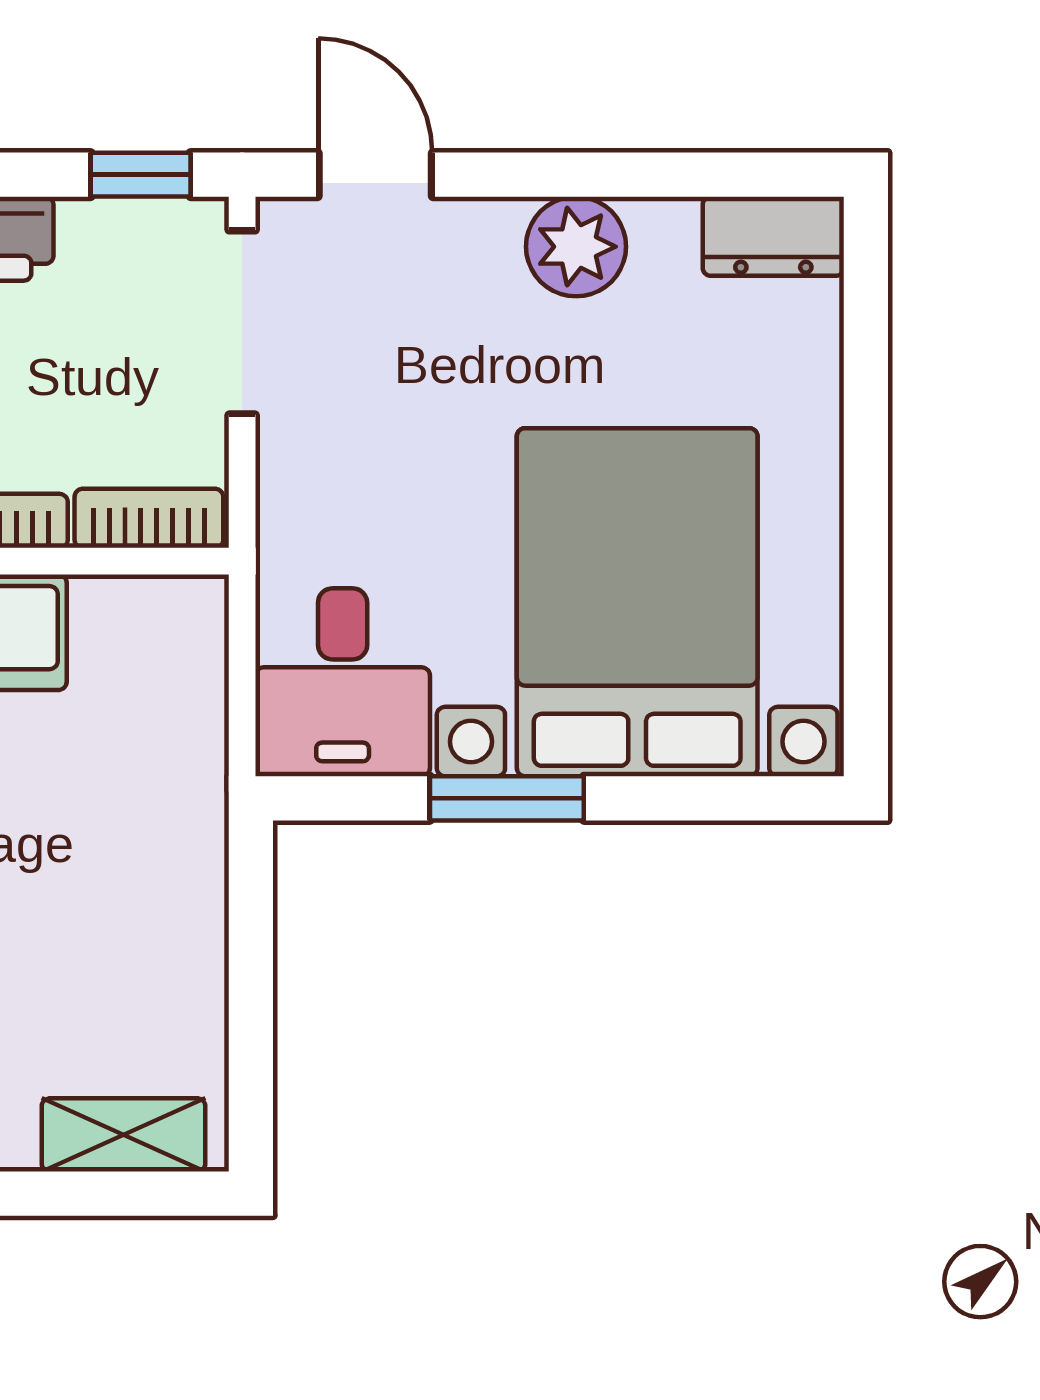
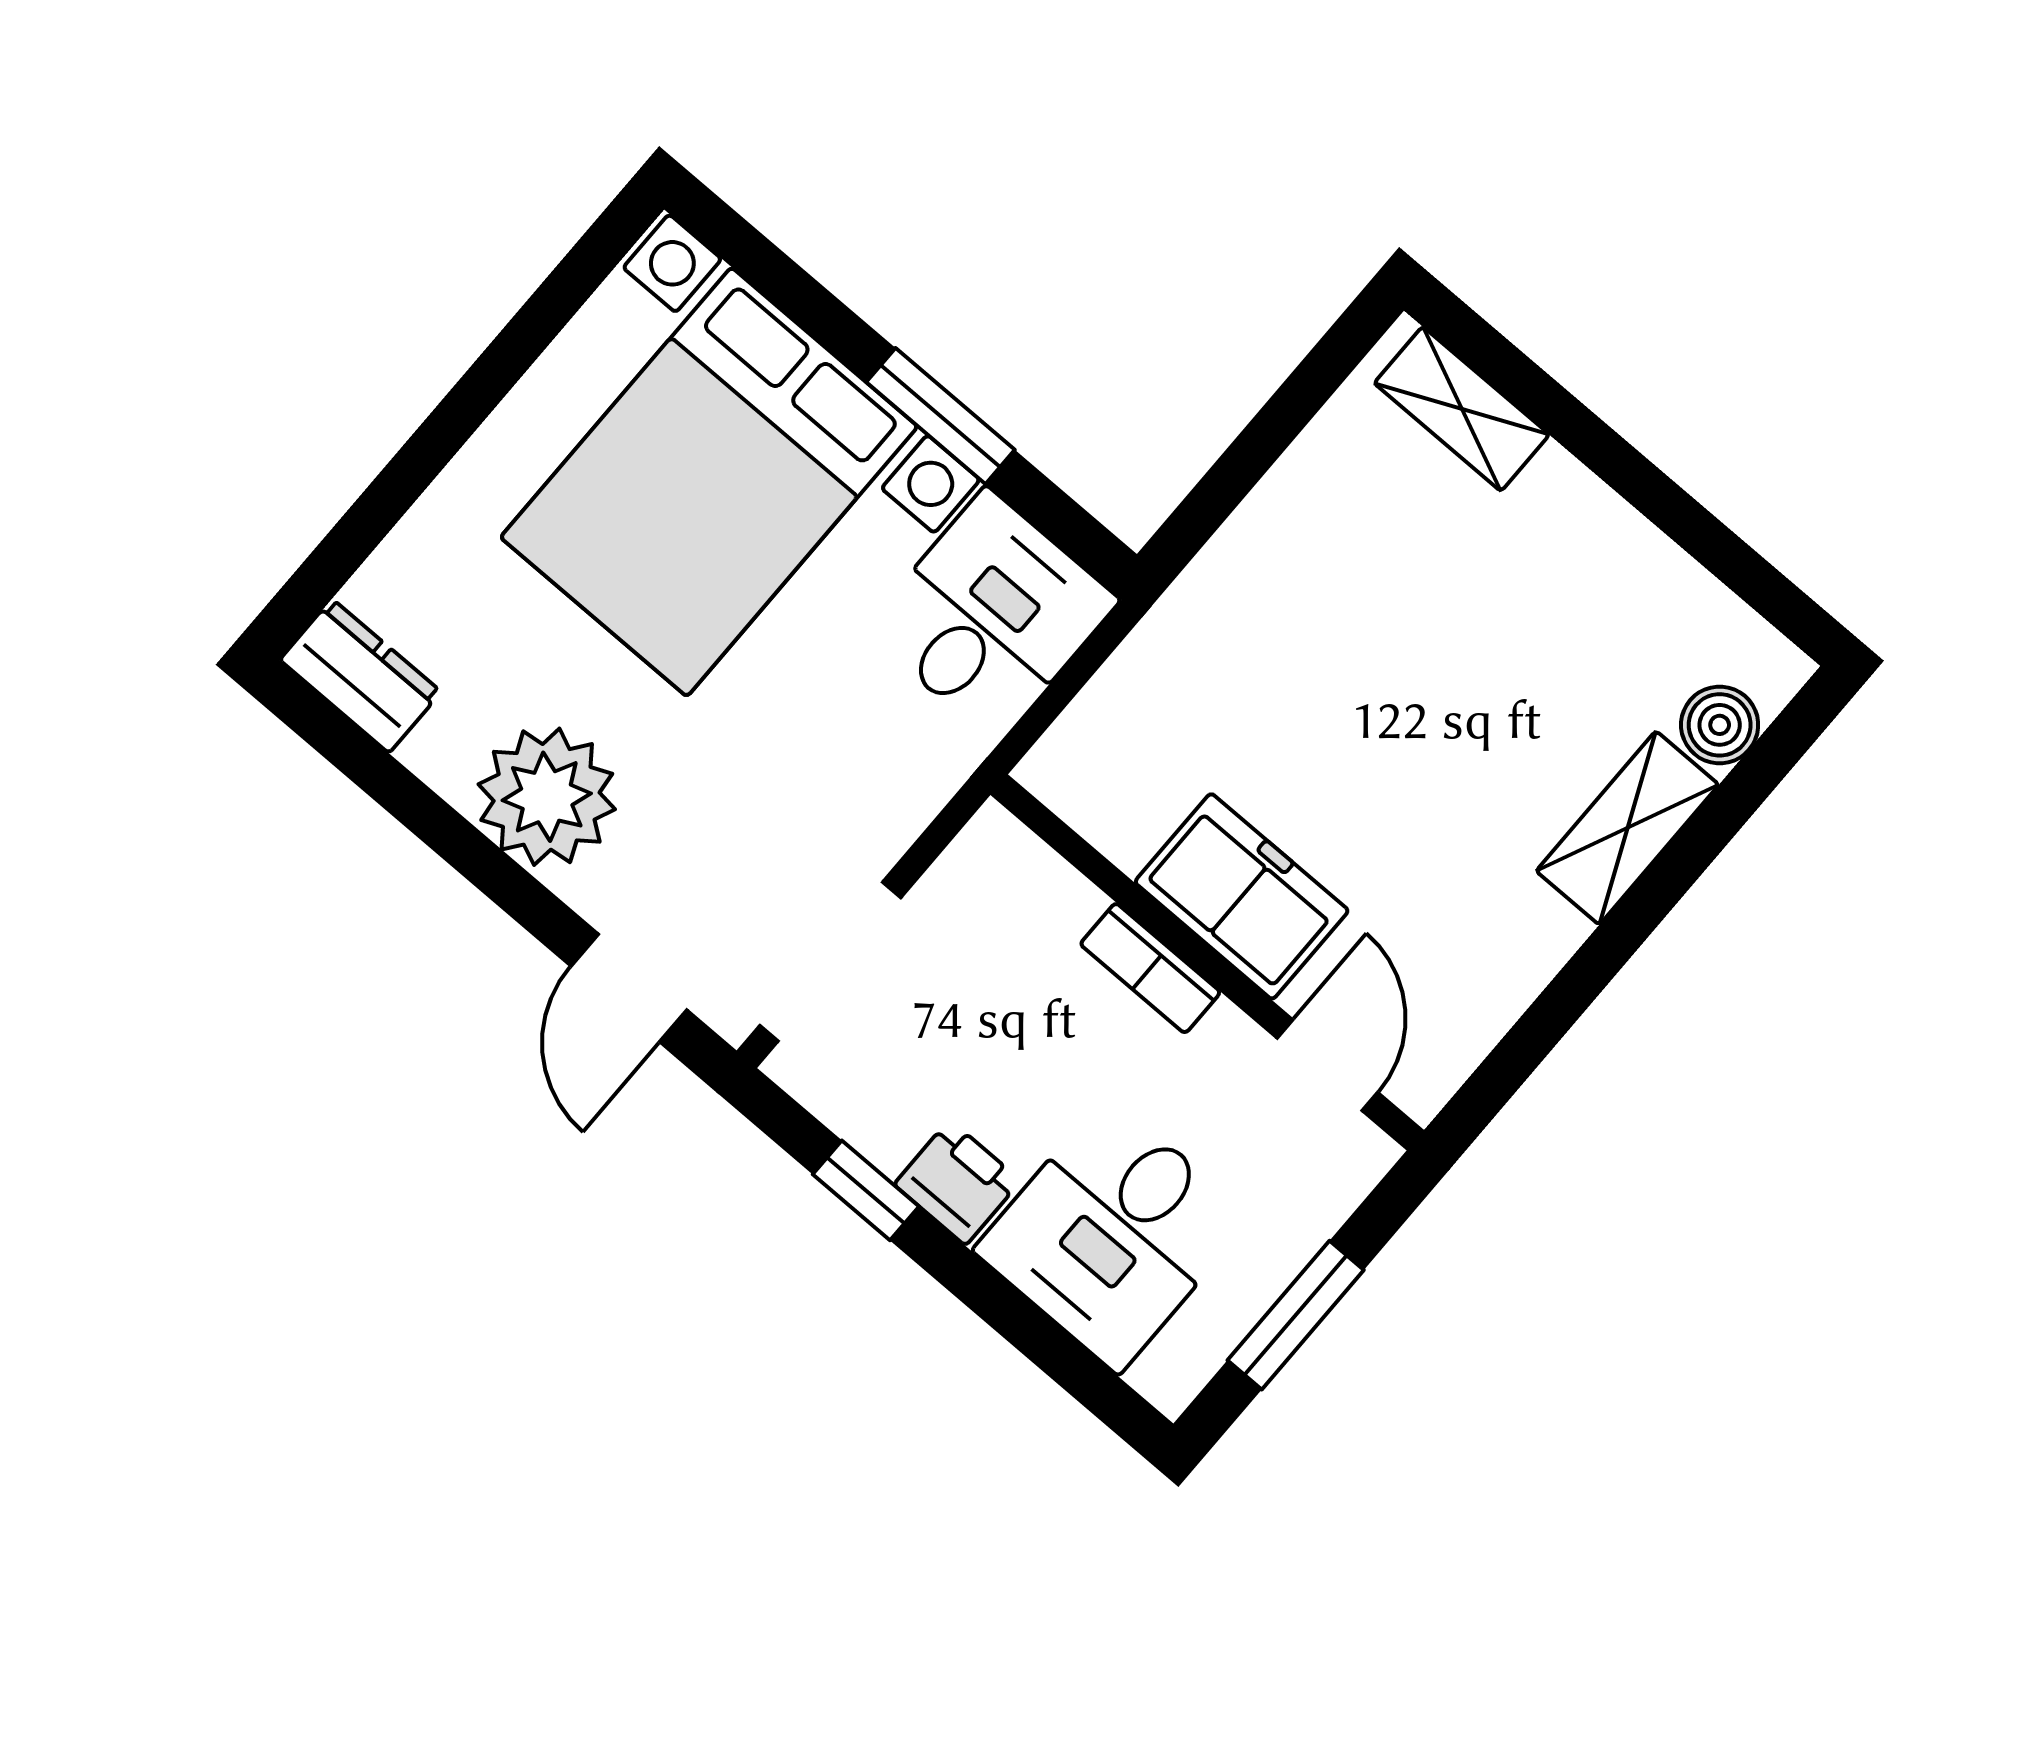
window: (141, 175) -> (866, 1190), moved
plant: (576, 247) -> (547, 797), width x1.36, depth x1.36
bookcase: (149, 518) -> (1033, 871), removed

